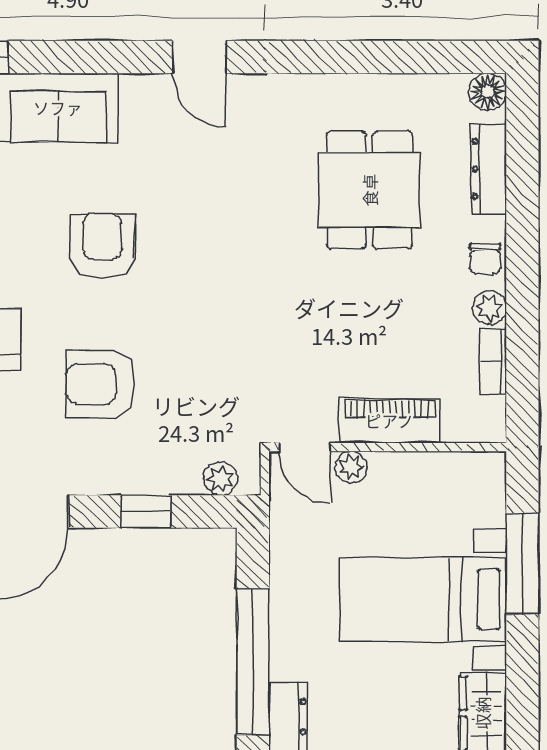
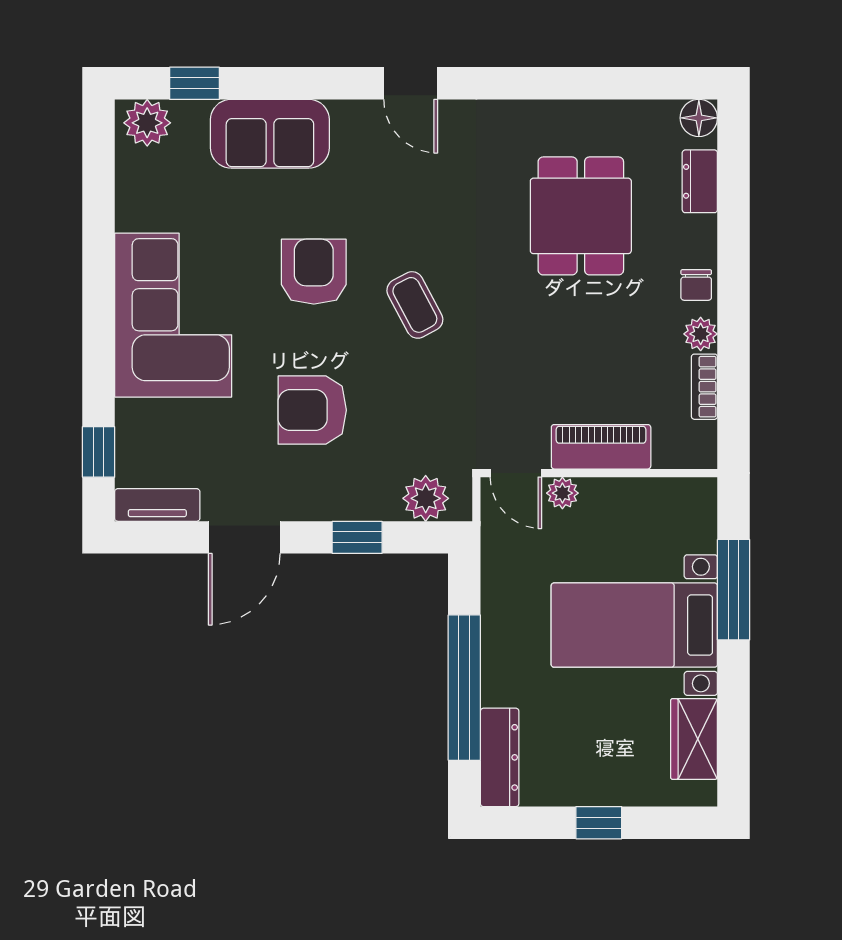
dresser: (489, 169) -> (700, 181), width x0.70
coffee table: (203, 279) -> (415, 305), added
plant: (221, 479) -> (426, 498), width x1.38, depth x1.38

